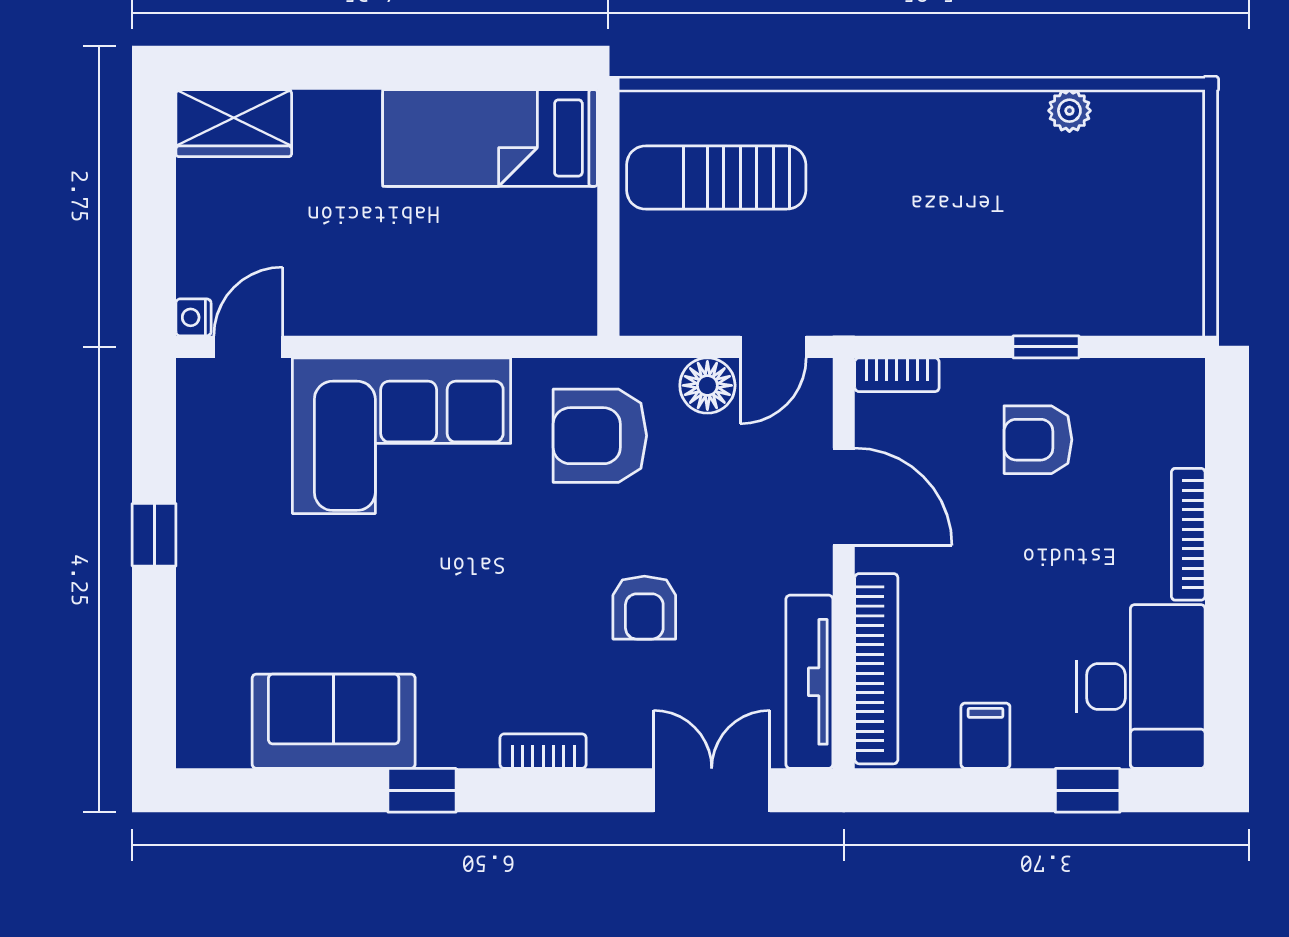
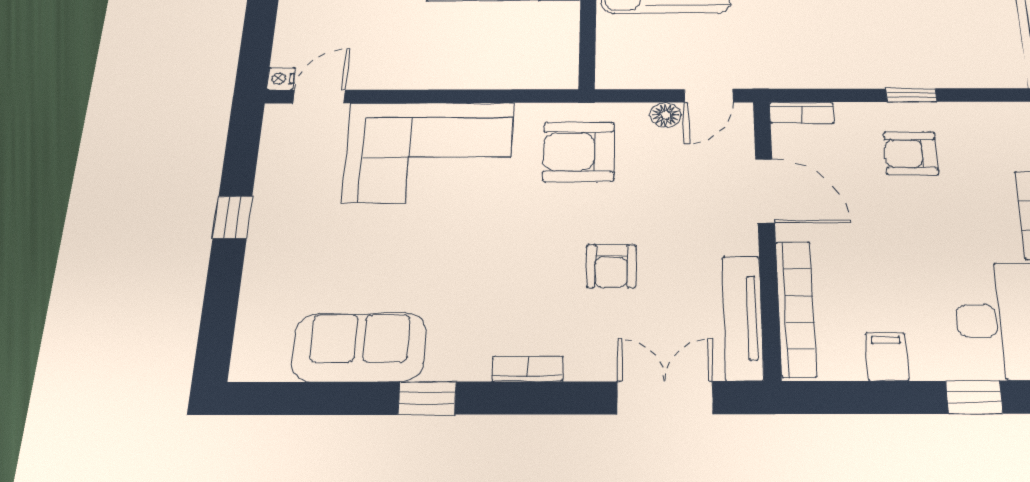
floor lamp: (707, 385) -> (666, 115), width x0.73, depth x0.73

